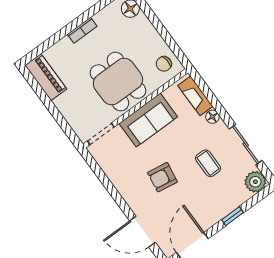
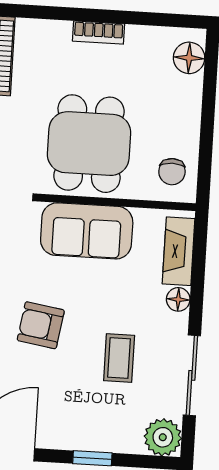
chair: (164, 64) -> (172, 172), turned -85

